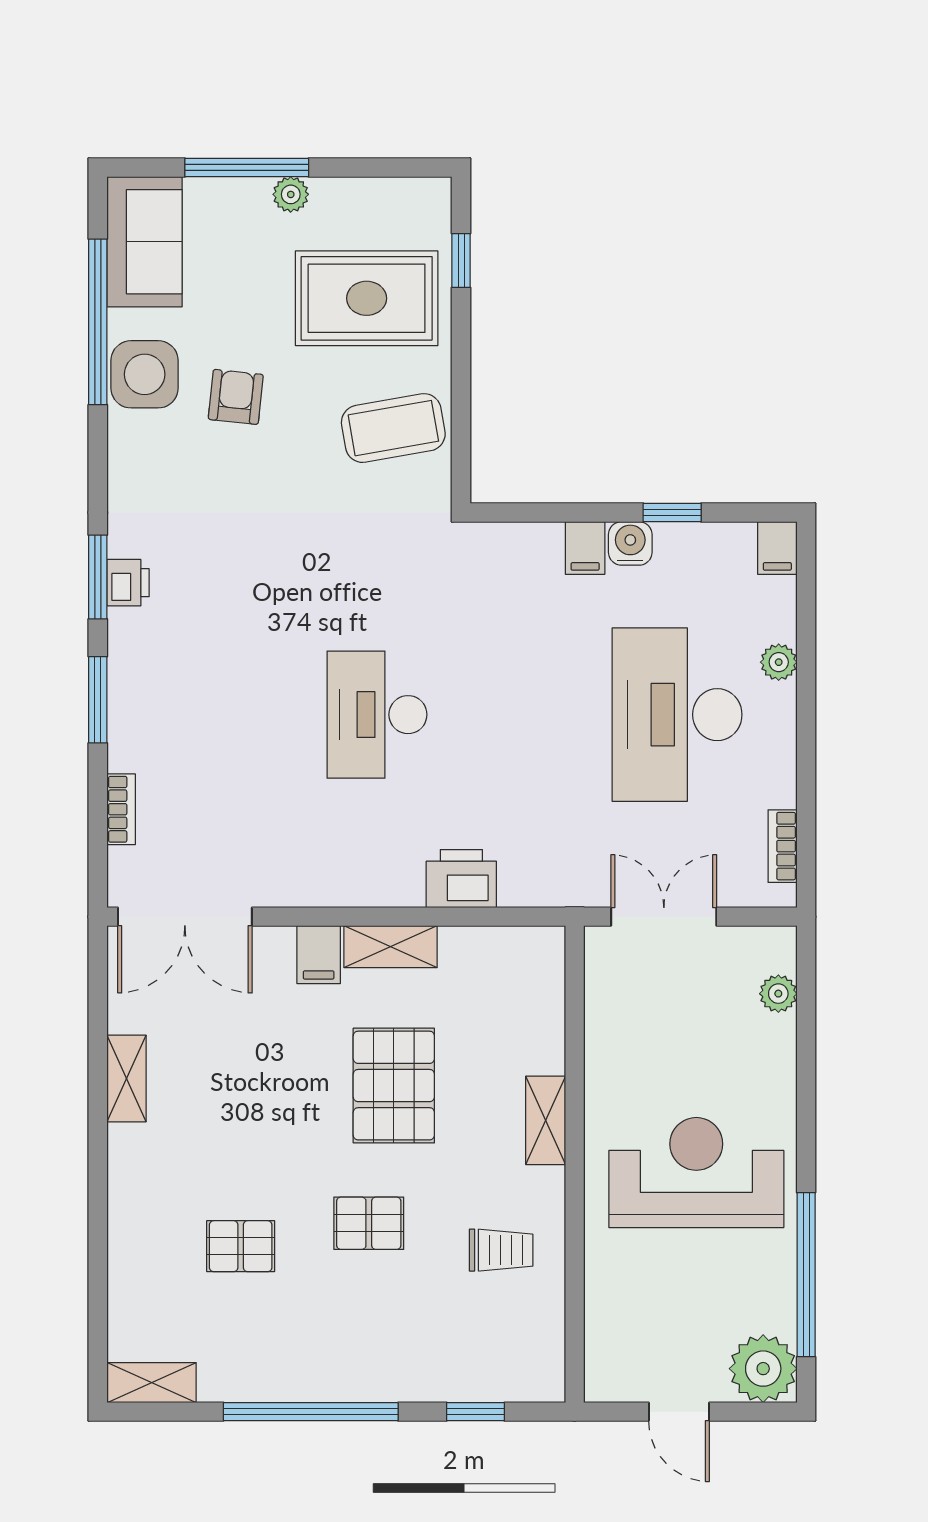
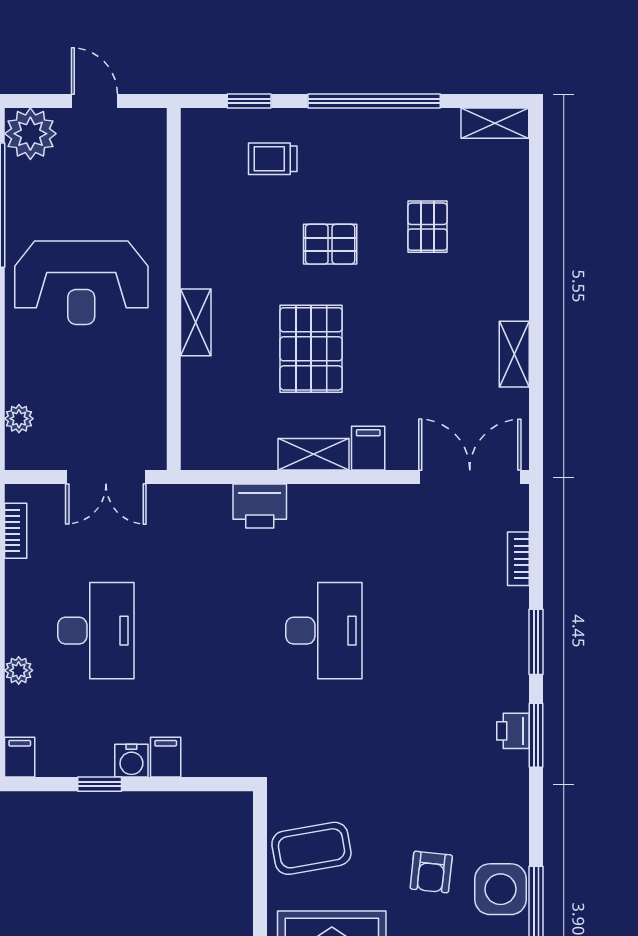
desk: (677, 715) -> (96, 631), width x0.73, depth x0.77
pallet: (241, 1246) -> (427, 227), turned 90
trolley: (501, 1250) -> (273, 159), moved

